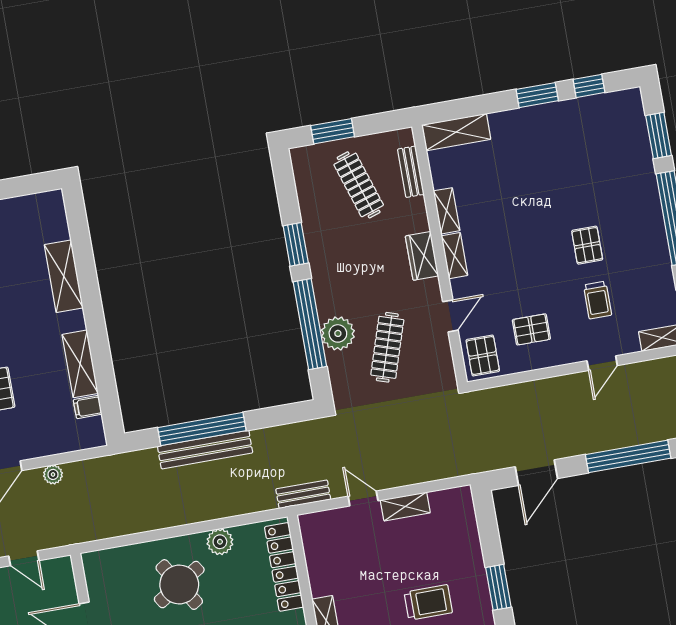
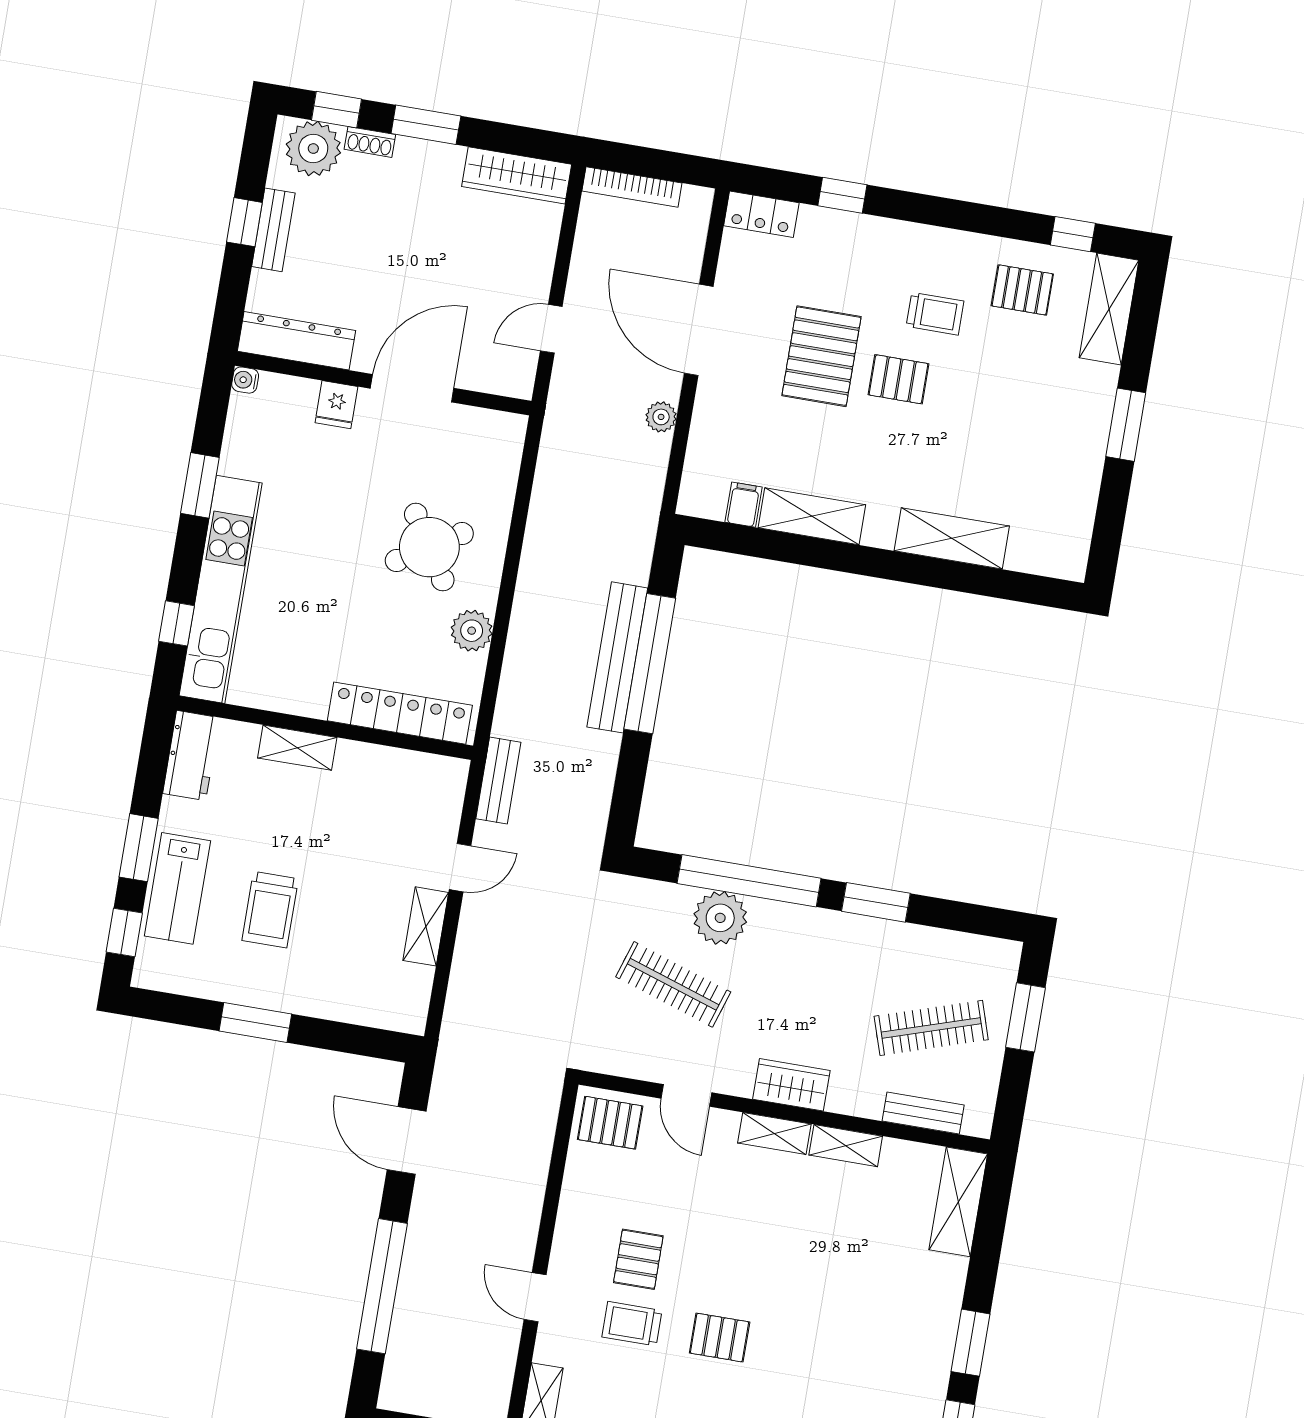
pallet: (531, 329) -> (638, 1259), moved

